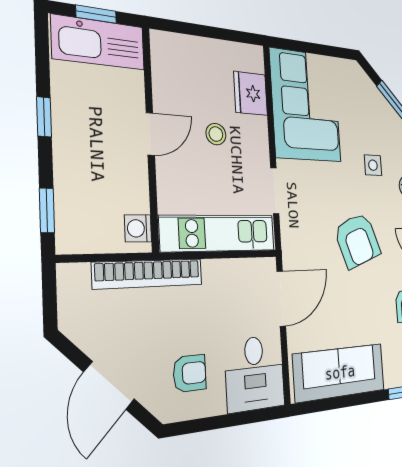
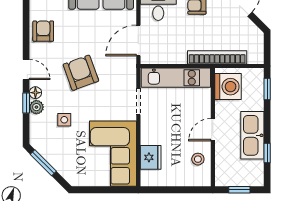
kitchen sink: (99, 43) -> (252, 135), moved, turned -90
window: (44, 117) -> (267, 153), moved
stool: (216, 134) -> (198, 159), moved
washing machine: (138, 228) -> (228, 87), width x1.89, depth x1.89

